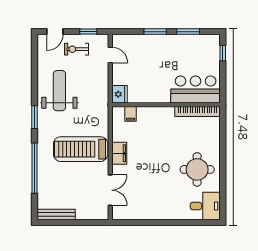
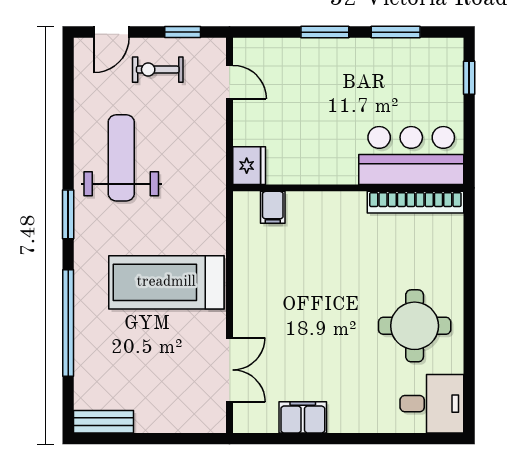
filing cabinet: (119, 153) -> (303, 417), moved, turned -90
bench: (56, 214) -> (103, 422), width x0.73

